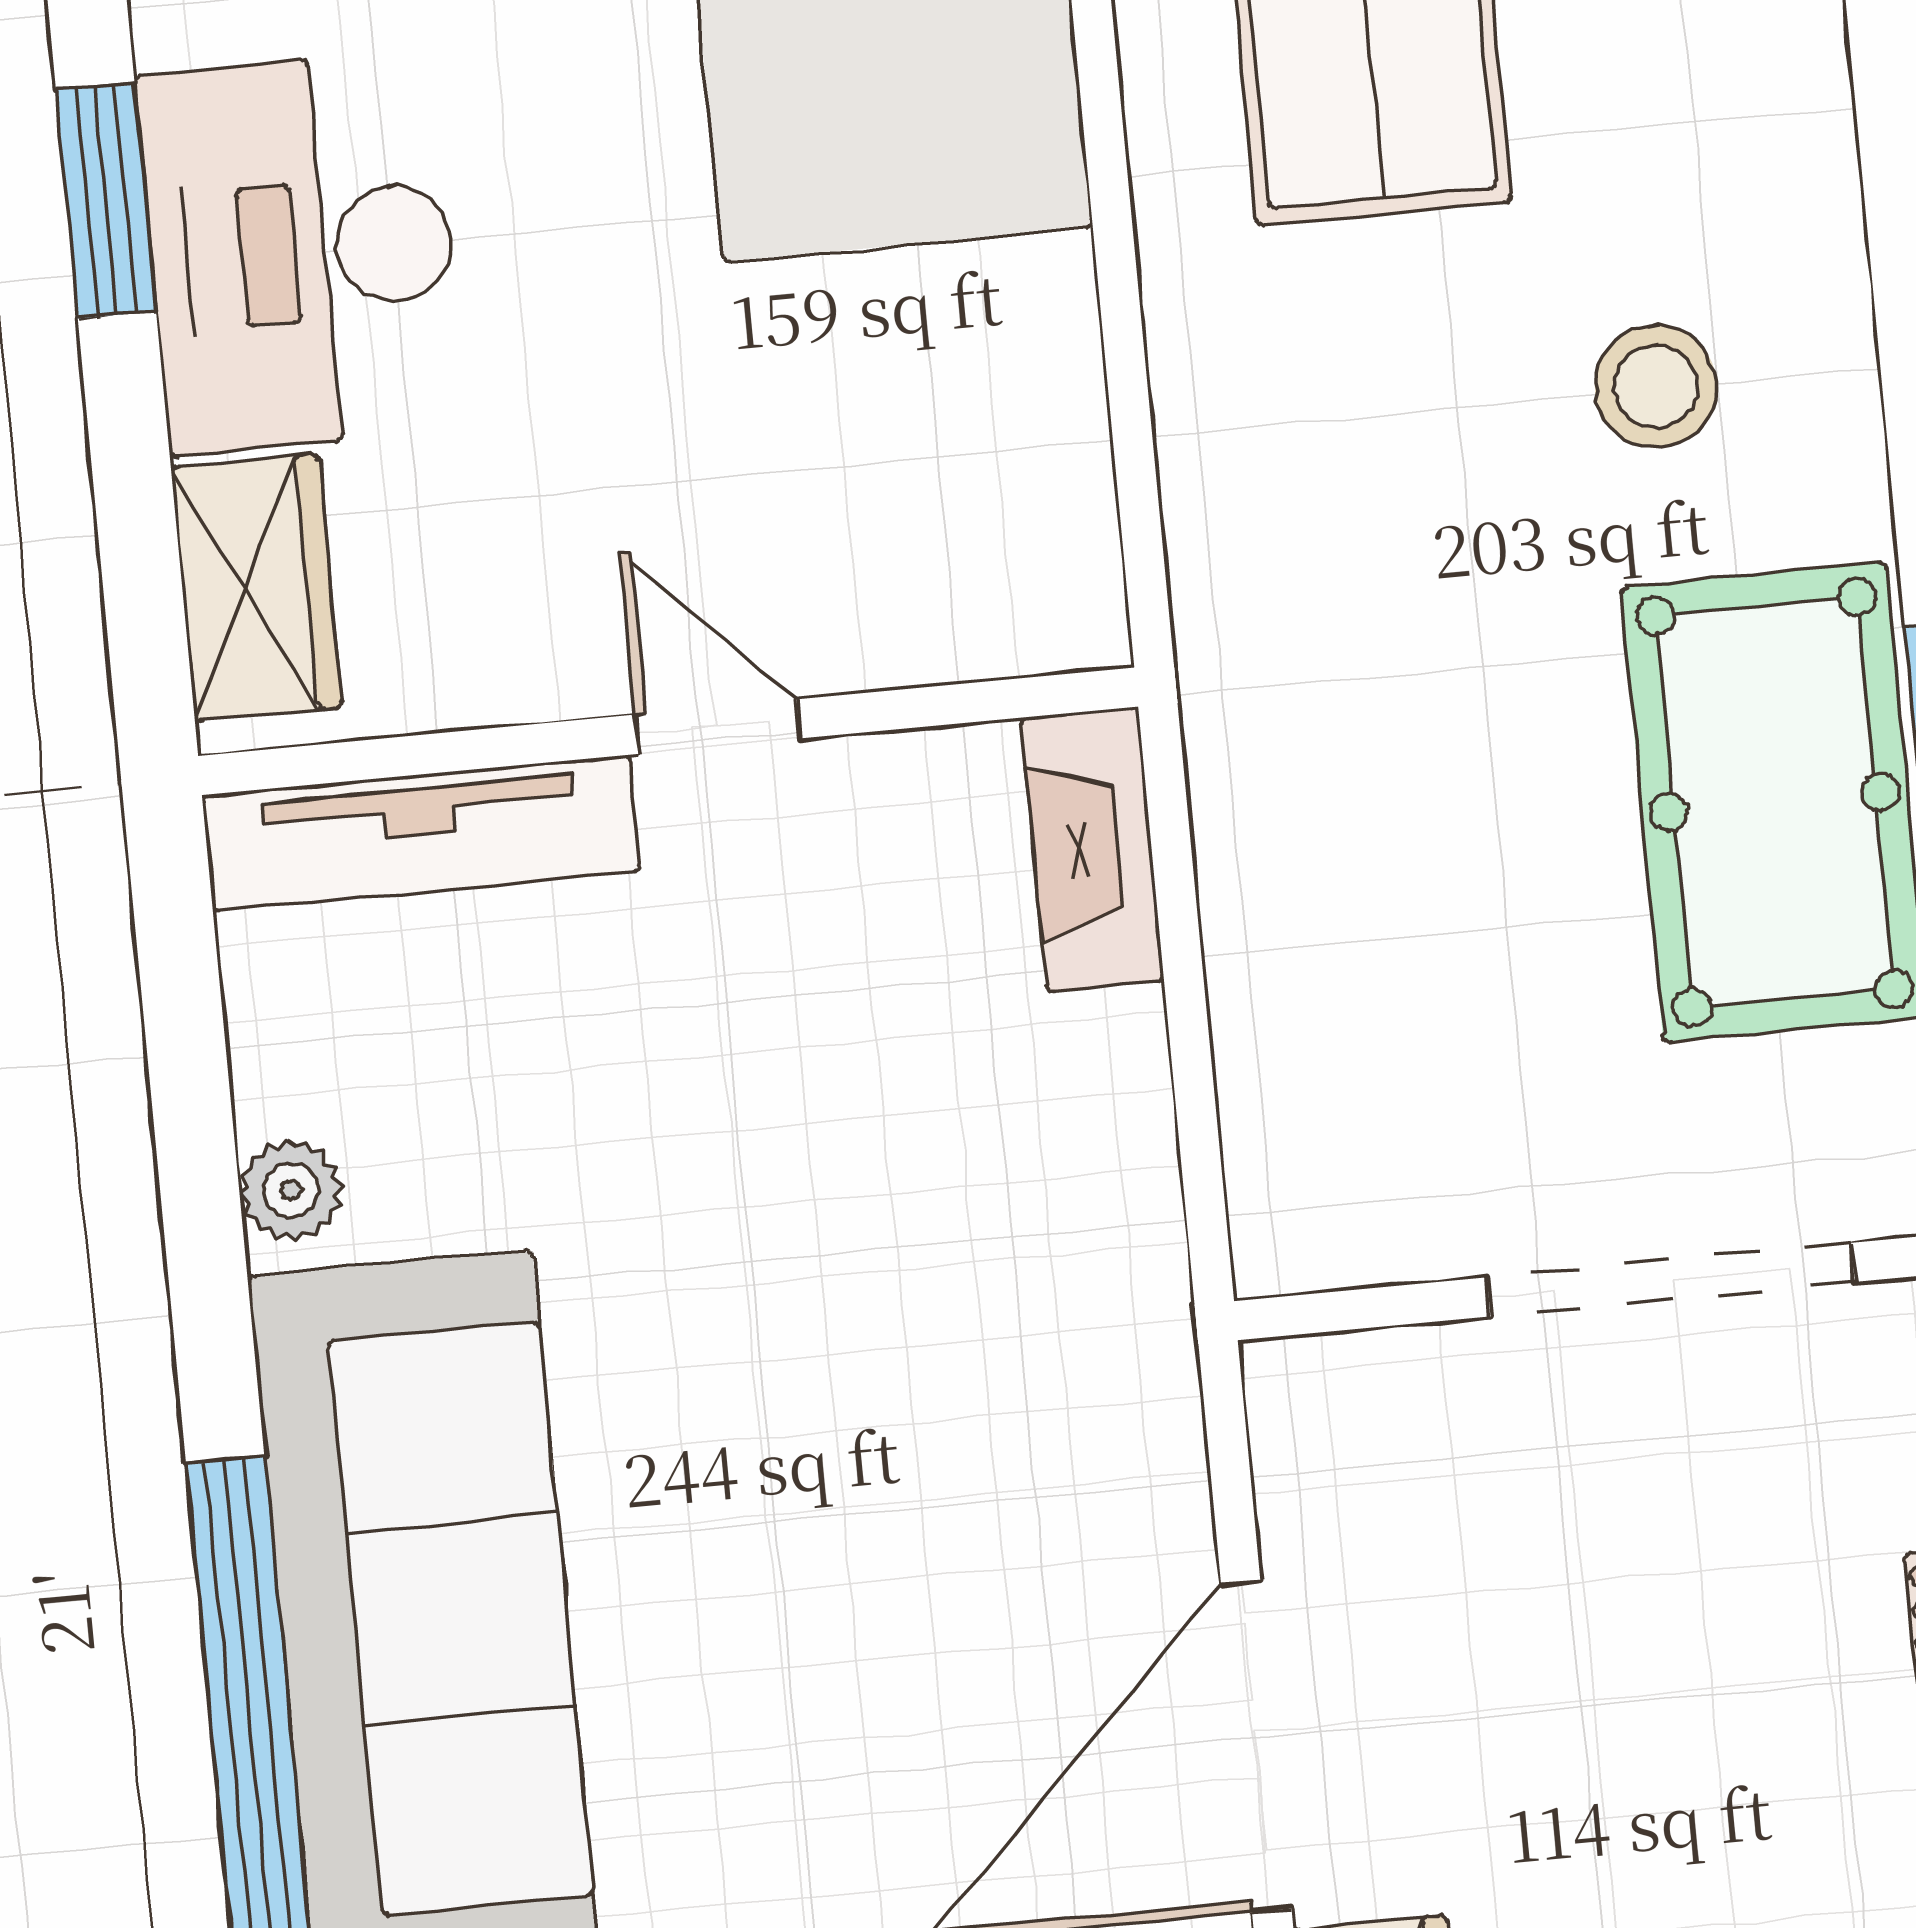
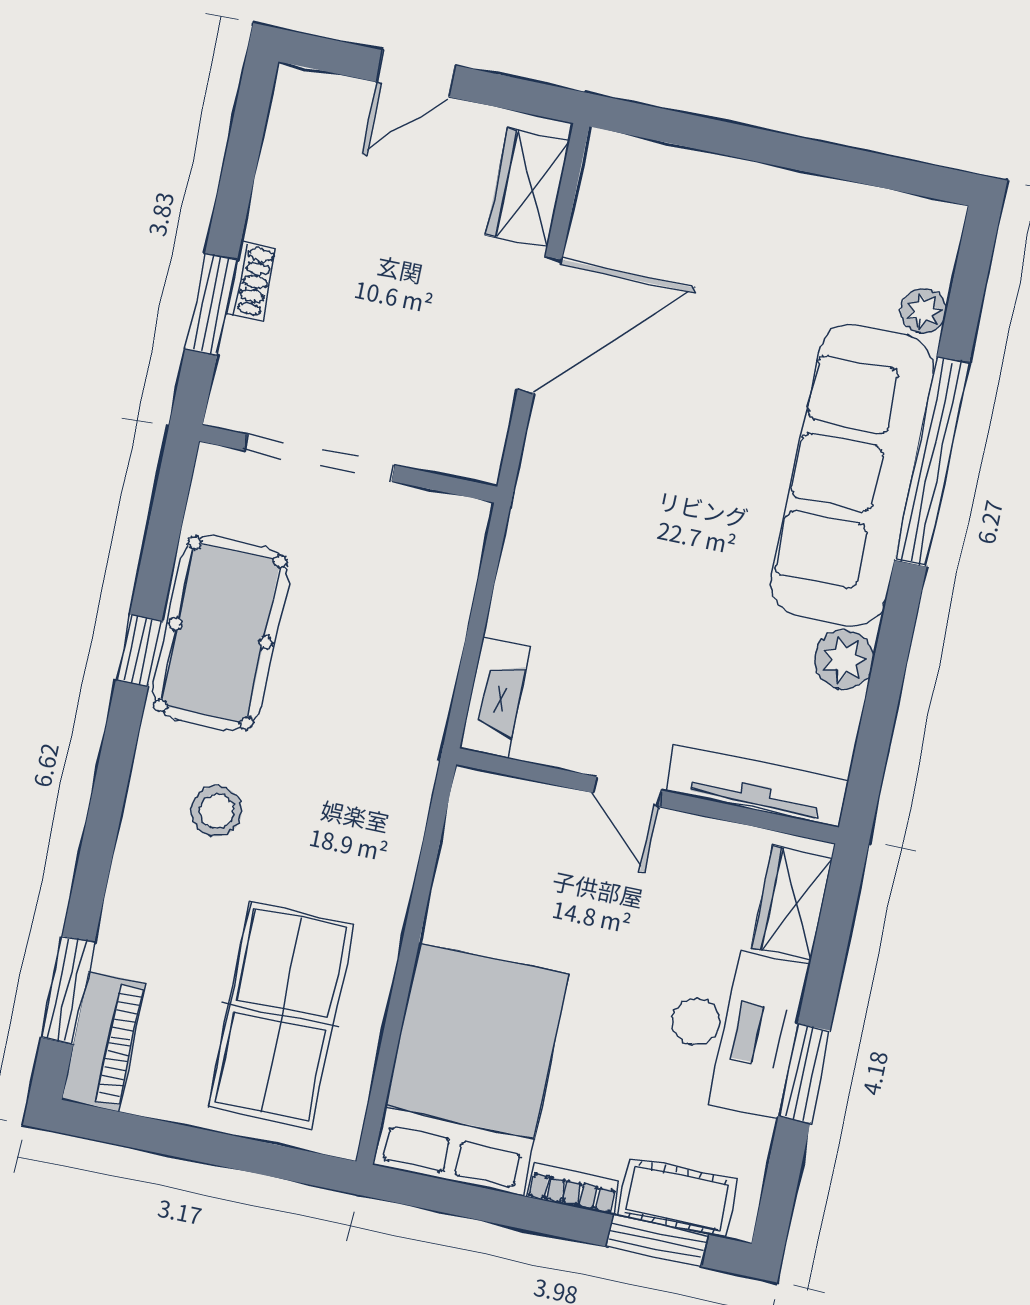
plant: (291, 1190) -> (844, 659), width x1.38, depth x1.38

